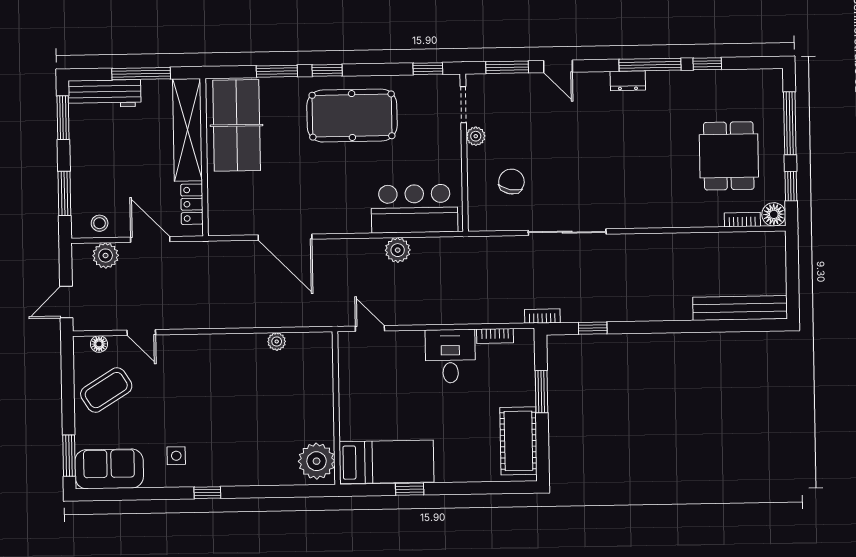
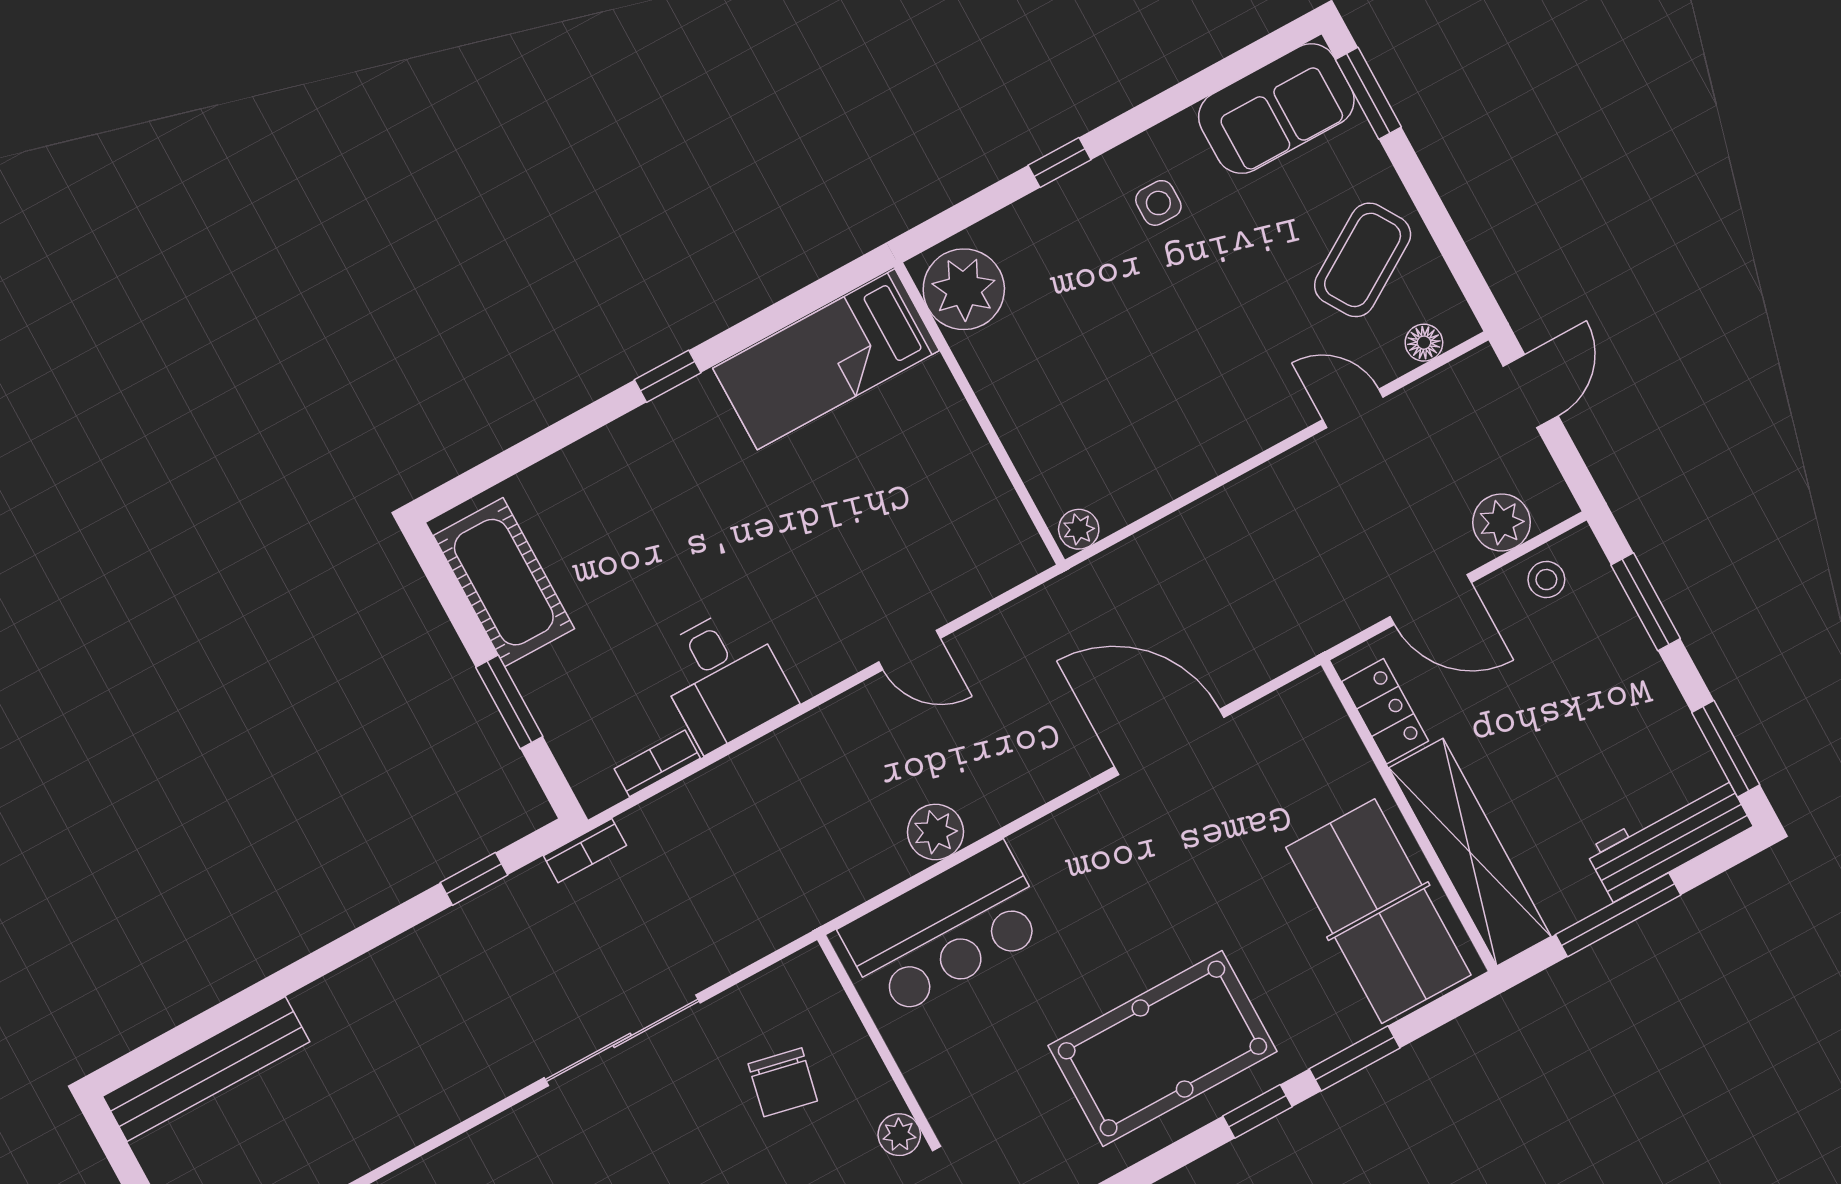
wall: (336, 408) -> (980, 413), moved
plant: (317, 461) -> (964, 289), moved
bed: (387, 462) -> (826, 359), moved

